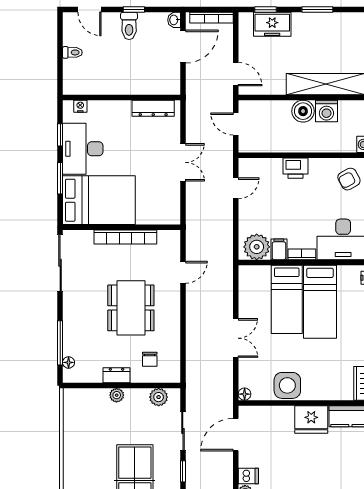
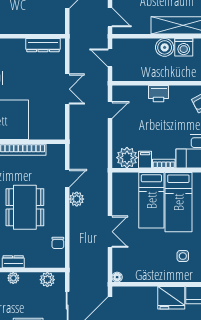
plant: (195, 298) -> (77, 199), added
chair: (150, 359) -> (58, 243), moved
side table: (287, 385) -> (183, 256), moved, width x0.54, depth x0.54

